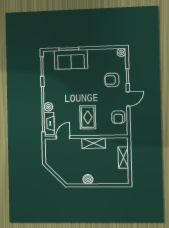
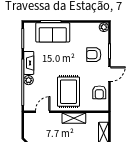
rug: (88, 117) -> (69, 92), width x1.36, depth x1.43
fireplace: (49, 124) -> (29, 63), moved

